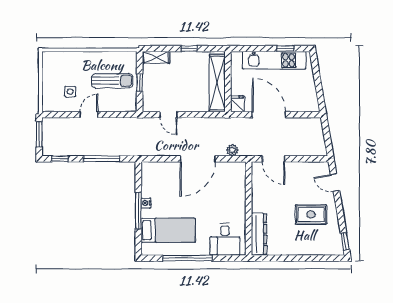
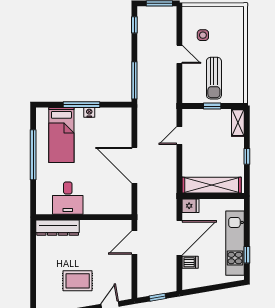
dishwasher: (293, 104) -> (190, 262), added
window: (327, 136) -> (157, 297), added
plant: (232, 150) -> (143, 201), removed
window: (102, 159) -> (134, 80), moved
rug: (311, 214) -> (78, 281), turned 90
desk: (225, 239) -> (68, 198), moved, turned -90

